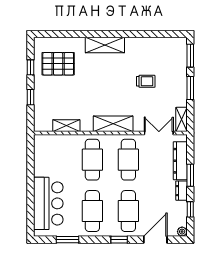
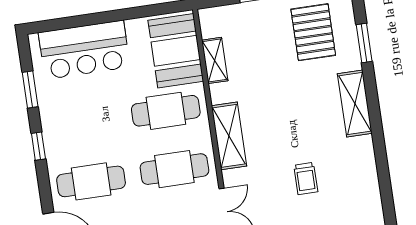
window: (69, 34) -> (364, 43), added
booth: (57, 148) -> (176, 51), added
cafe table: (92, 211) -> (82, 123), removed
window: (119, 240) -> (38, 146), moved

